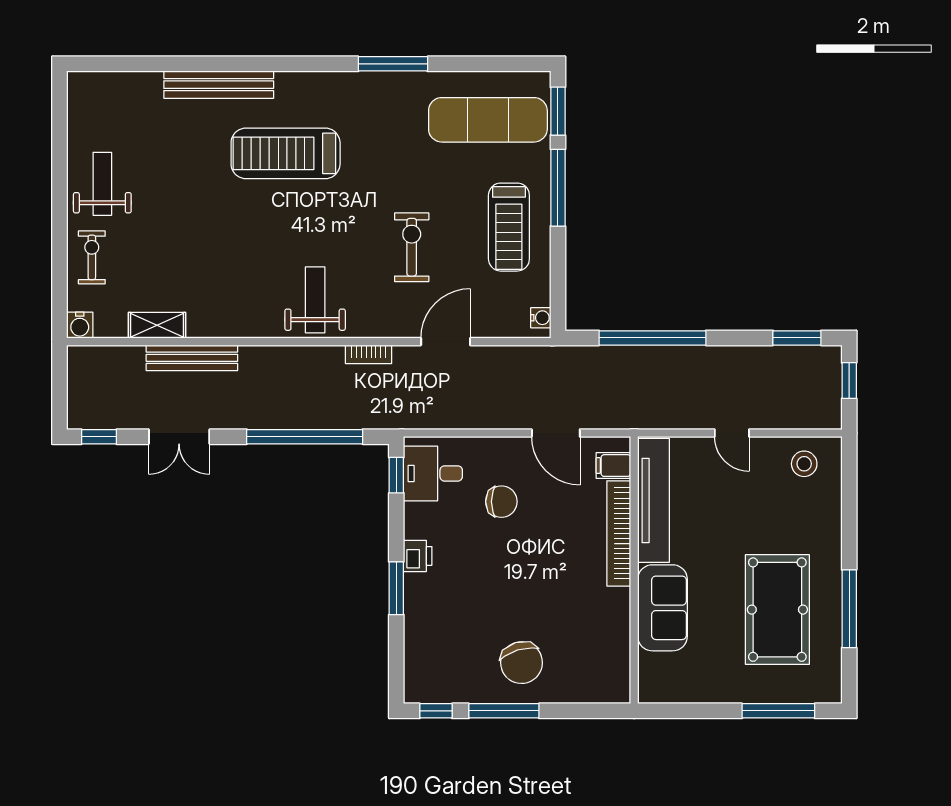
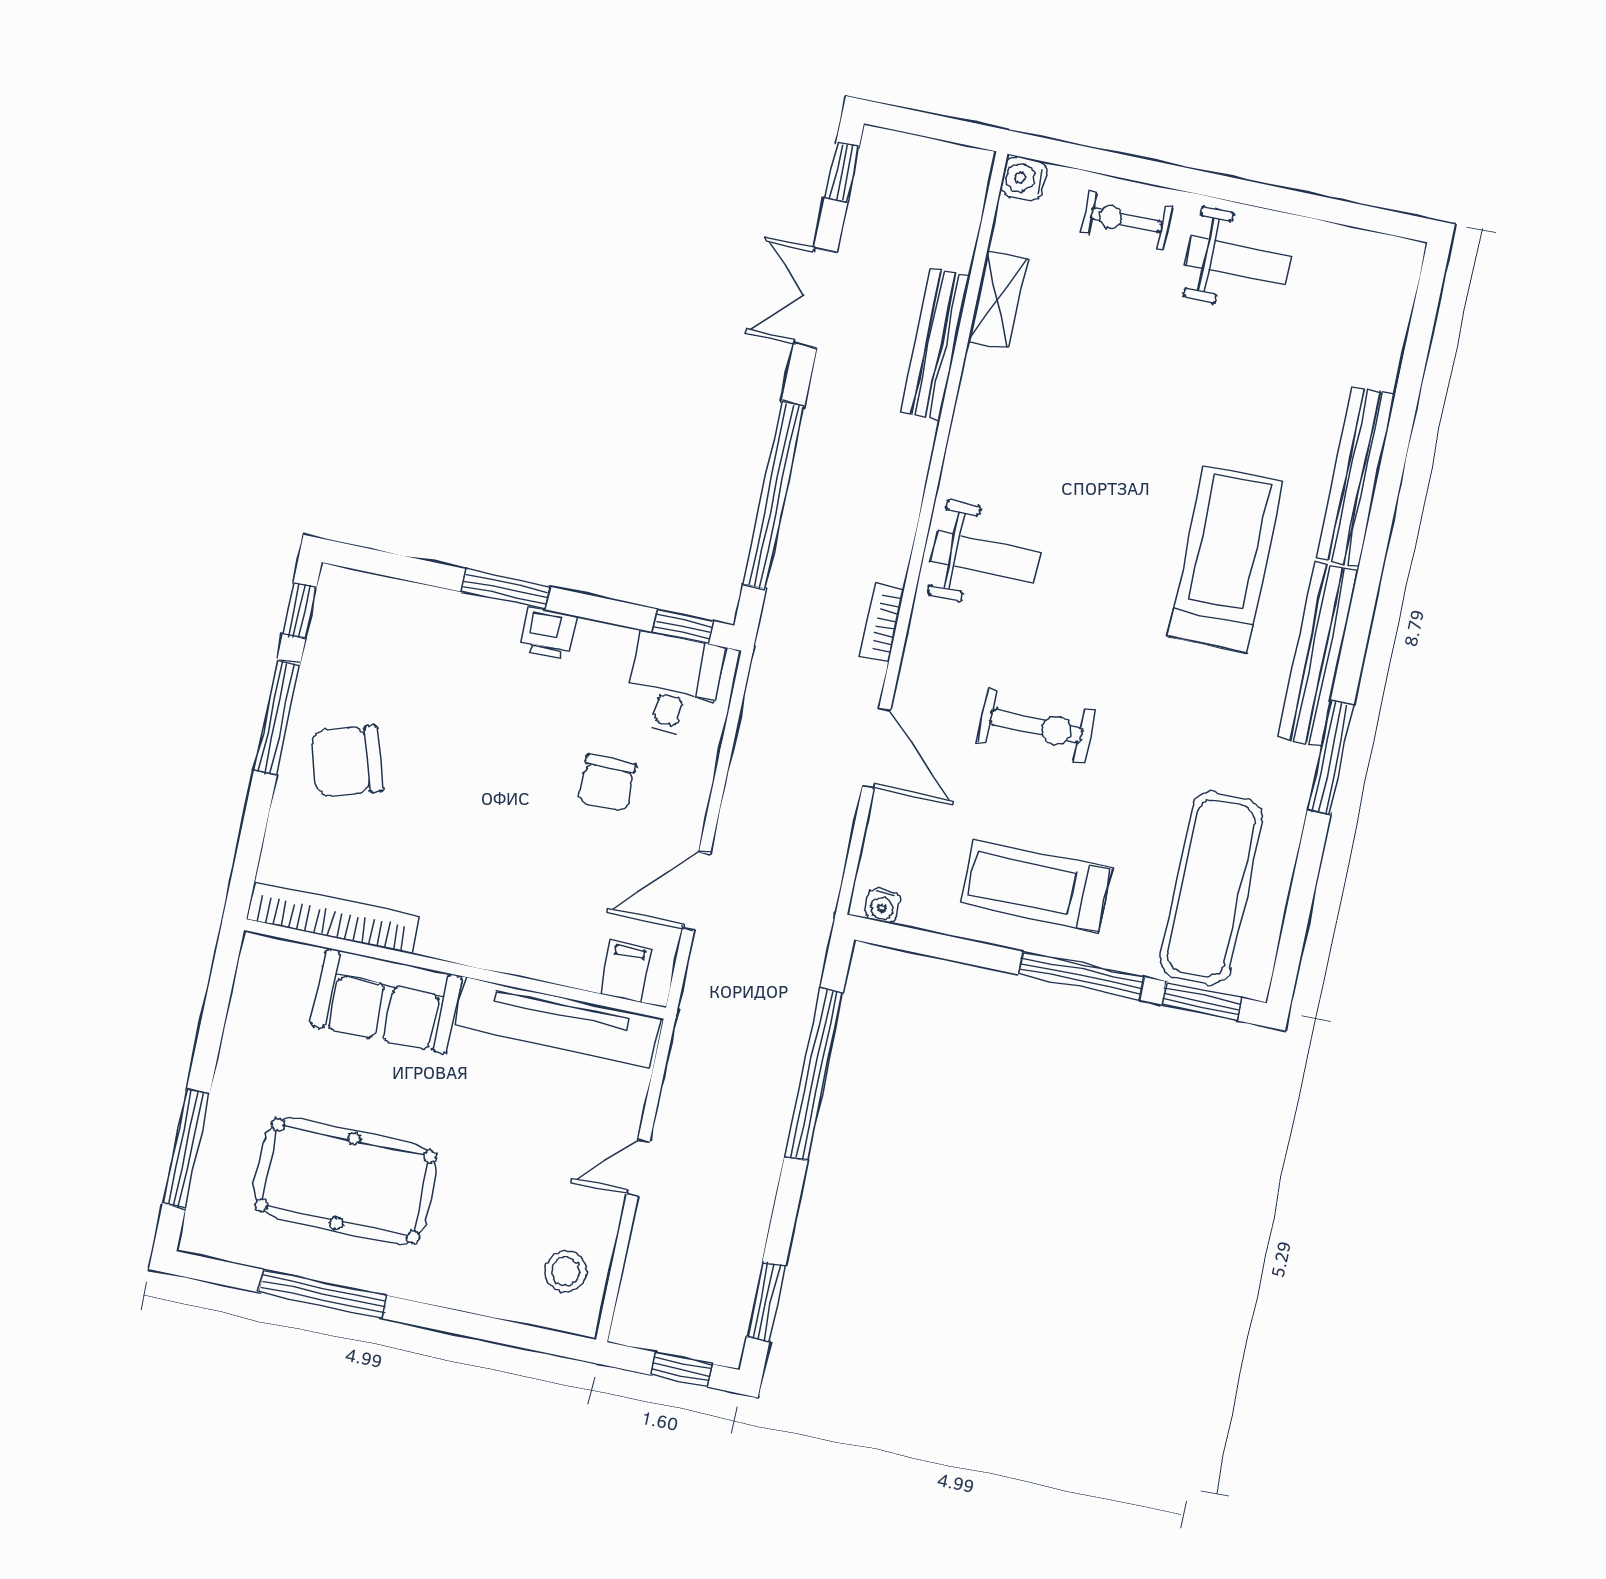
bench: (332, 85) -> (1318, 654), added
exercise bike: (92, 257) -> (1126, 220), turned 180
bookcase: (619, 533) -> (333, 918), moved

